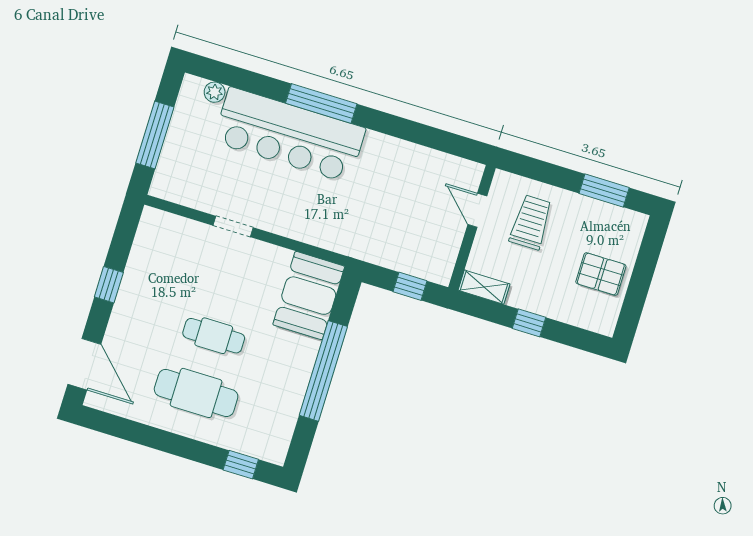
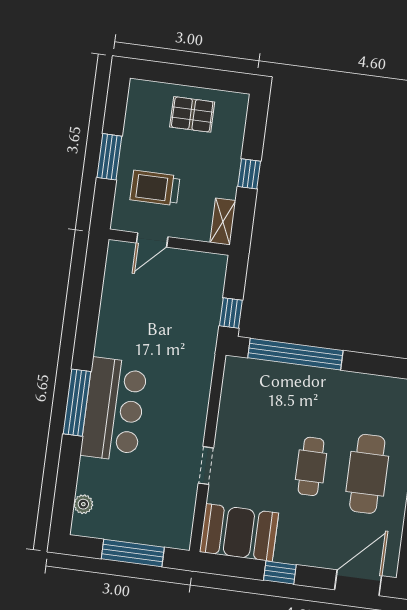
bar counter: (289, 135) -> (114, 410), width x0.73
window: (604, 191) -> (109, 157), moved
pallet: (601, 274) -> (192, 114), turned 90
window: (410, 286) -> (231, 313), moved
booth: (309, 296) -> (239, 532), moved
window: (323, 371) -> (295, 354), moved

